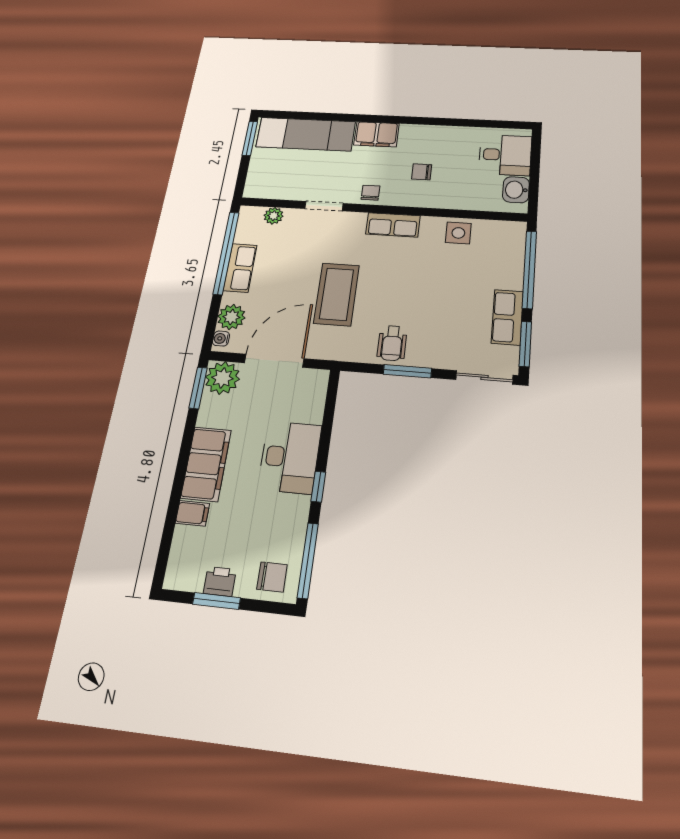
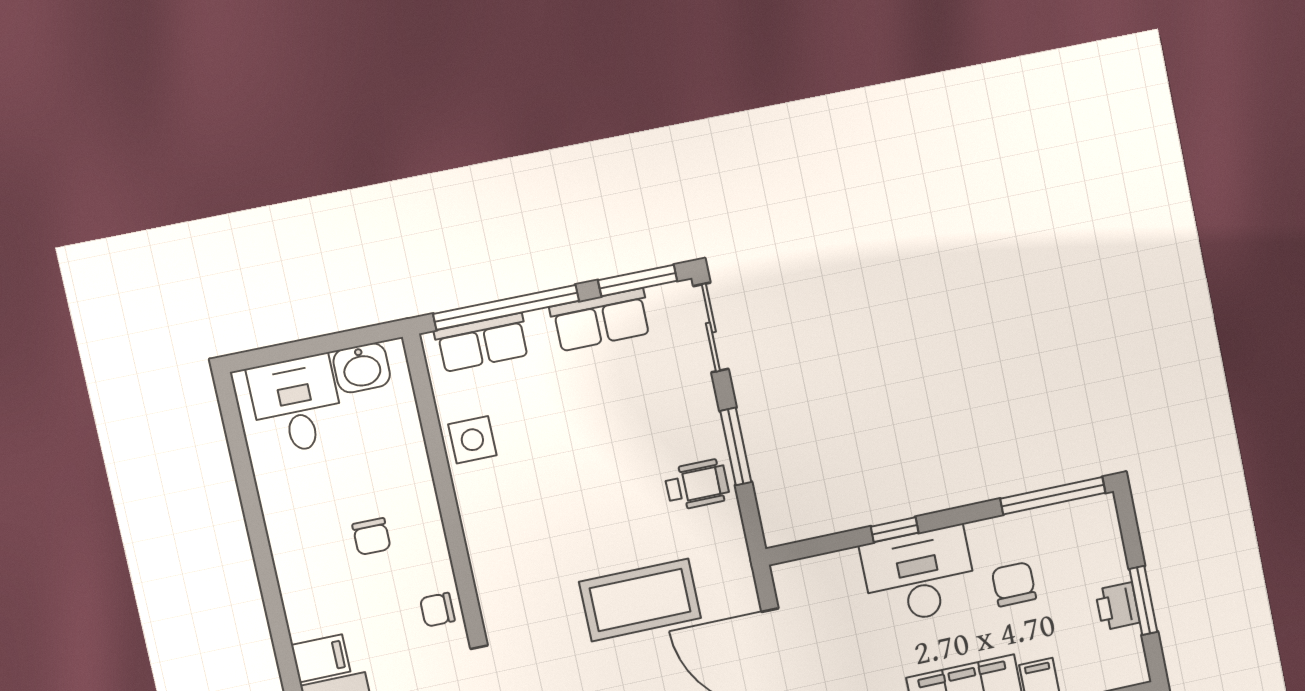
filing cabinet: (376, 134) -> (321, 658), width x0.50
row of seats: (393, 225) -> (482, 343), moved, turned 90
window: (318, 487) -> (895, 530), moved
chair: (272, 577) -> (1014, 584), moved

